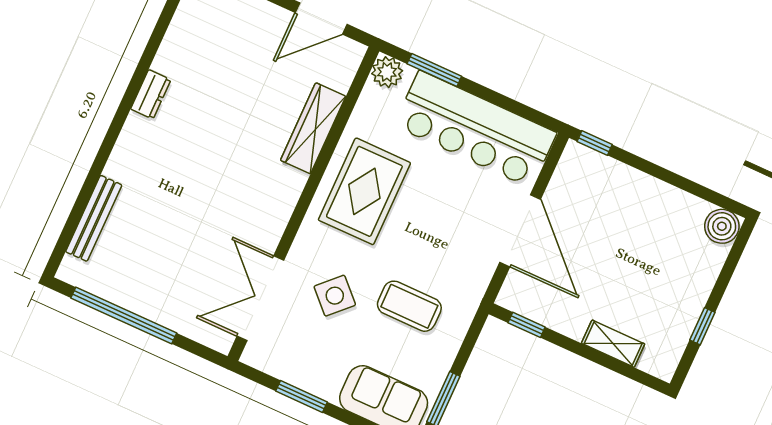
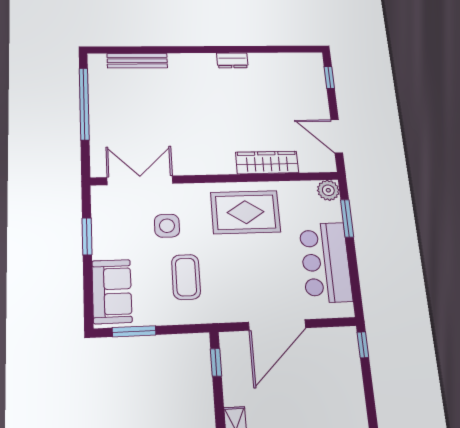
bar counter: (475, 129) -> (326, 262), width x0.73
side table: (335, 296) -> (167, 226), turned 45

